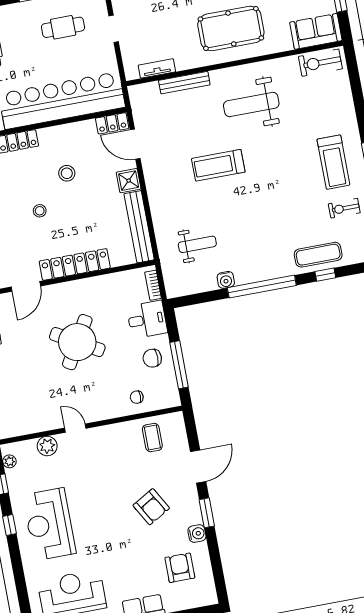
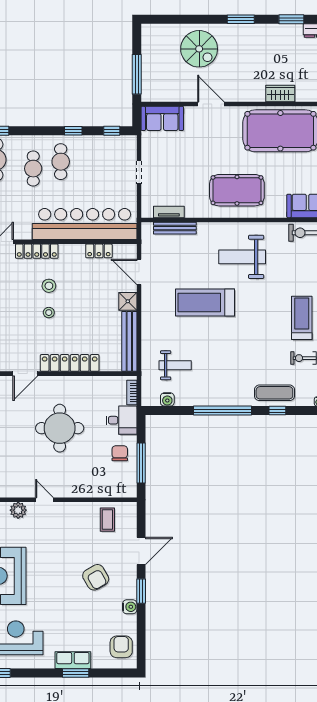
cafe table: (63, 27) -> (61, 162), moved, turned 90
bench: (184, 83) -> (175, 228), moved
locker: (112, 123) -> (99, 251), moved
treadmill: (333, 162) -> (302, 318), turned 180
treadmill: (218, 165) -> (205, 303), width x1.37, depth x1.38
stool: (67, 173) -> (49, 286), moved
water cooler: (226, 280) -> (167, 399), moved
round table: (77, 342) -> (60, 428), turned -30
chair: (152, 358) -> (120, 453), turned 90
chair: (137, 397) -> (101, 483), removed
armchair: (180, 568) -> (121, 647), moved

